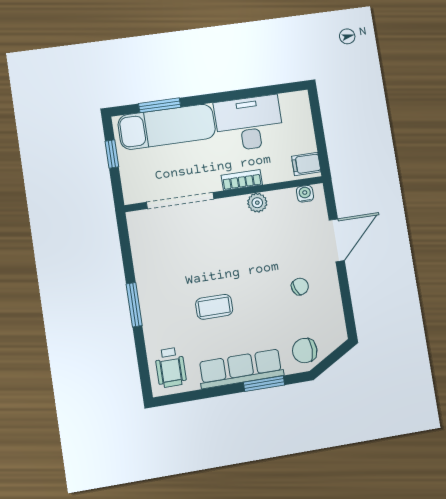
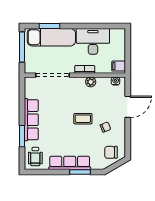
window: (112, 154) -> (22, 47), width x2.17
row of seats: (152, 295) -> (31, 120), added
window: (134, 305) -> (22, 136), moved
coffee table: (214, 307) -> (83, 119), moved
chair: (305, 351) -> (111, 152), moved

